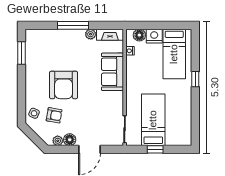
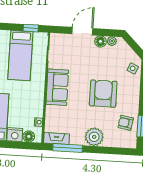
window: (73, 25) -> (68, 148), moved
plant: (91, 34) -> (94, 137), moved, width x1.88, depth x1.88
sofa: (112, 72) -> (57, 87), moved
armchair: (54, 115) -> (126, 123), moved
window: (155, 149) -> (31, 28), moved

